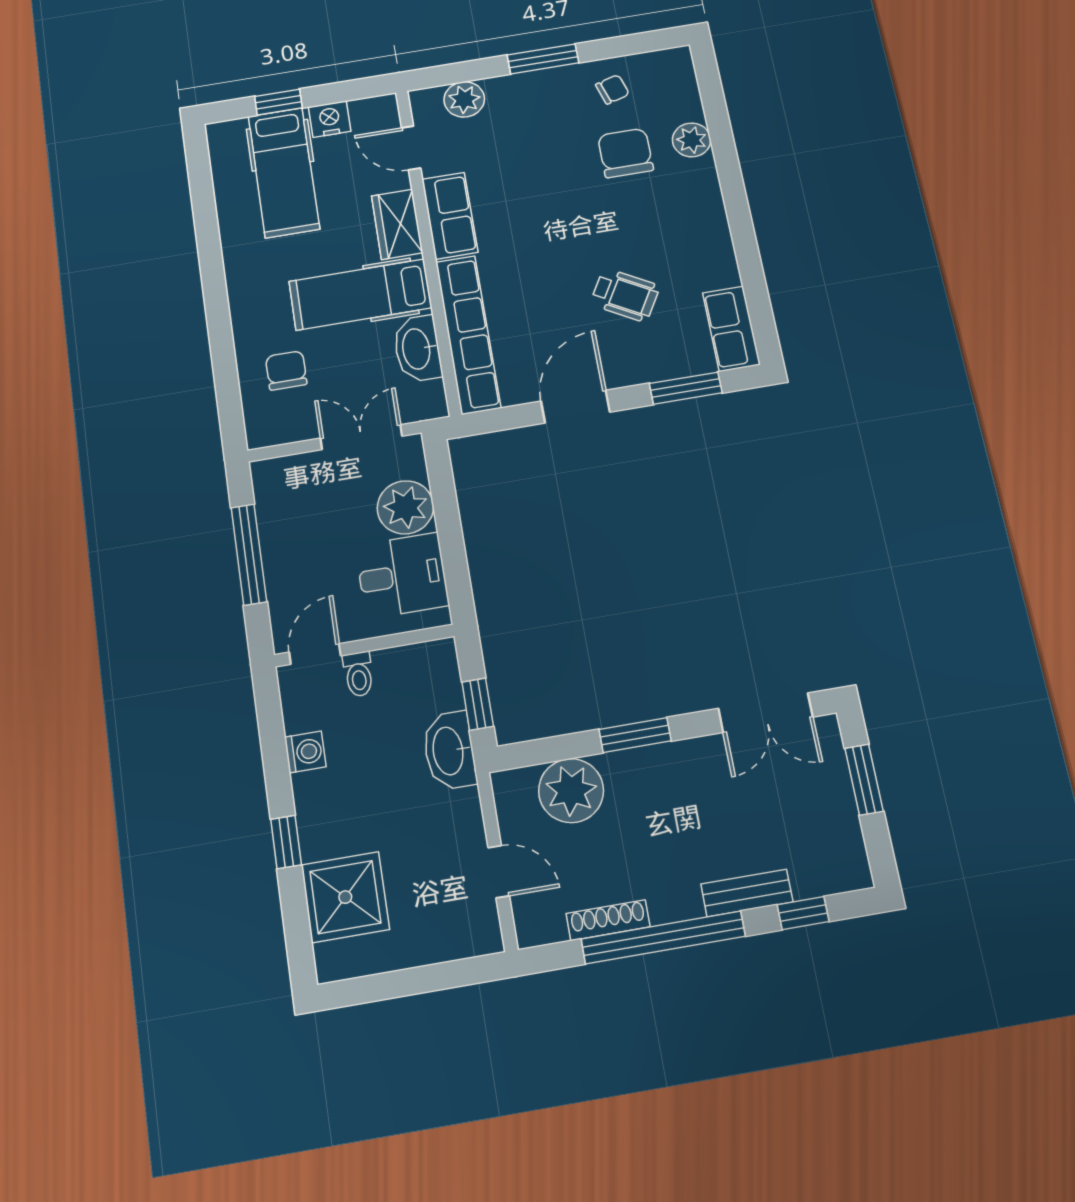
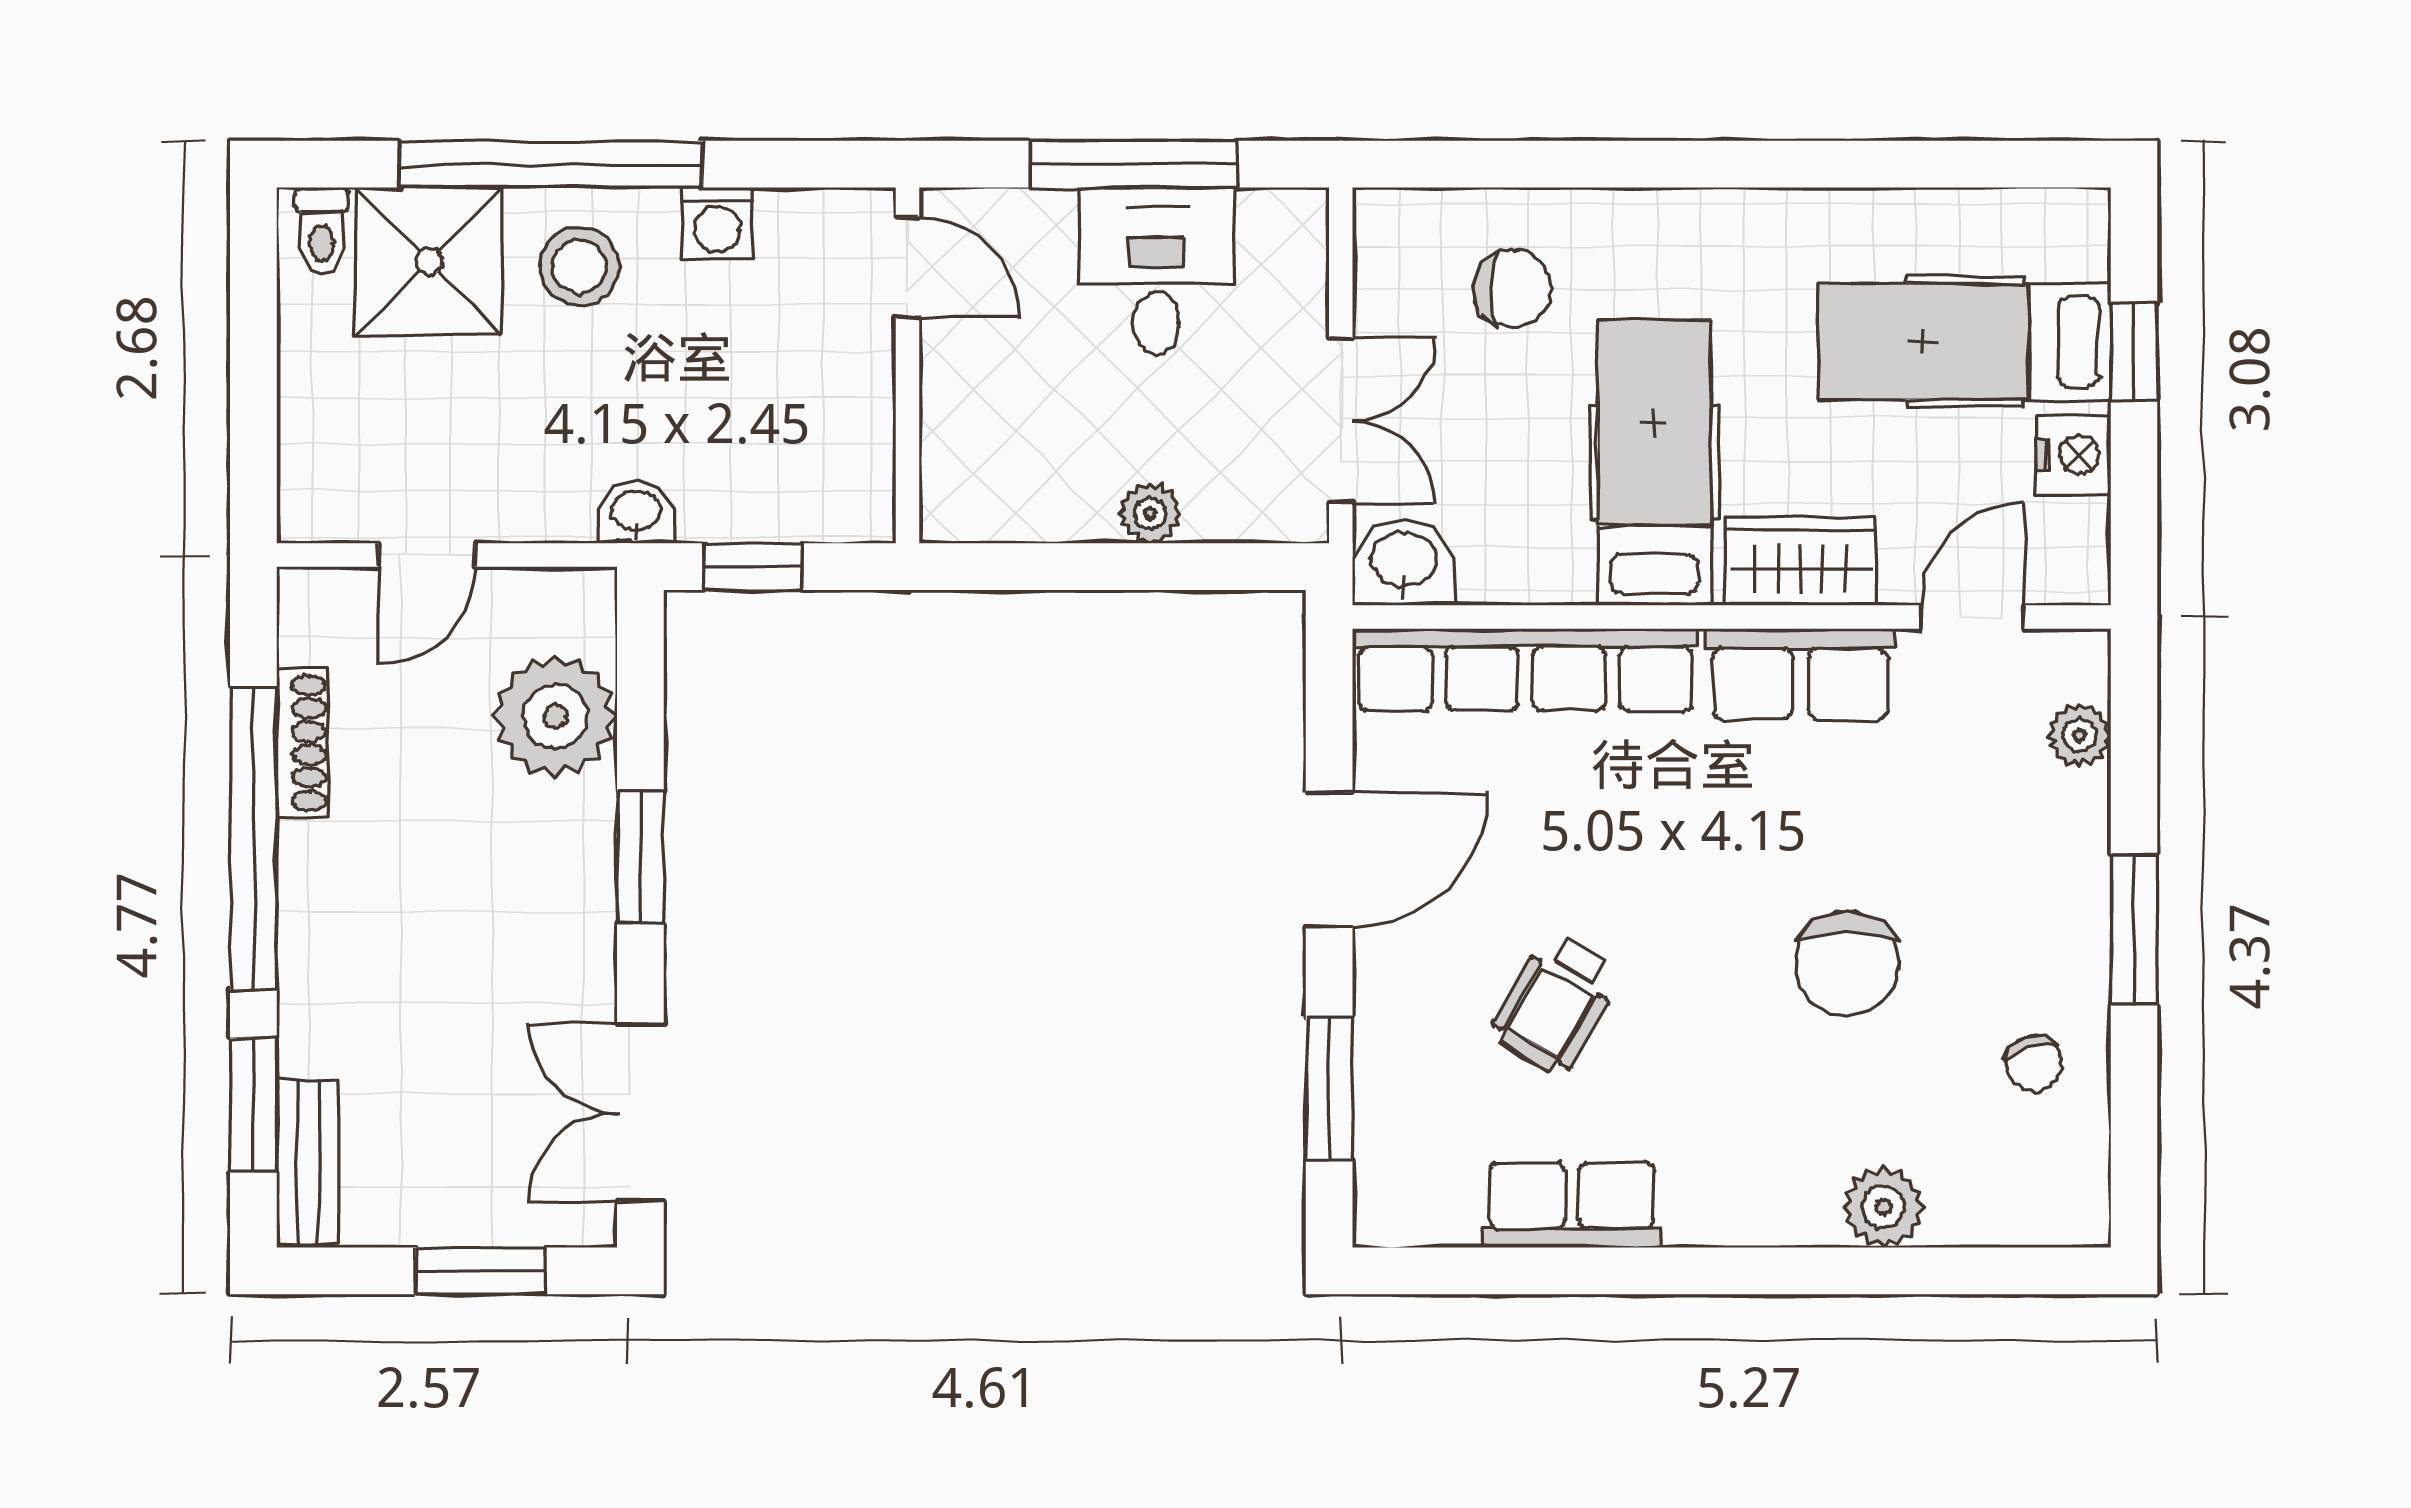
plant: (464, 99) -> (2079, 735), width x0.73, depth x0.73
chair: (625, 153) -> (1847, 963), moved, turned 90
row of seats: (731, 329) -> (1571, 1205), moved
washbasin: (417, 349) -> (1404, 562), moved, width x0.72
door: (575, 407) -> (1329, 860), hinge flipped
plant: (405, 507) -> (1150, 513), width x0.53, depth x0.53
desk: (402, 576) -> (1156, 271), moved, turned 180
toilet: (358, 674) -> (322, 231), moved, turned -90
washbasin: (449, 751) -> (637, 512), width x0.52, depth x0.69
stool: (337, 818) -> (579, 266), added
window: (286, 842) -> (551, 164), width x3.17
bench: (747, 893) -> (308, 1162), moved
window: (803, 913) -> (253, 1105), width x1.50

